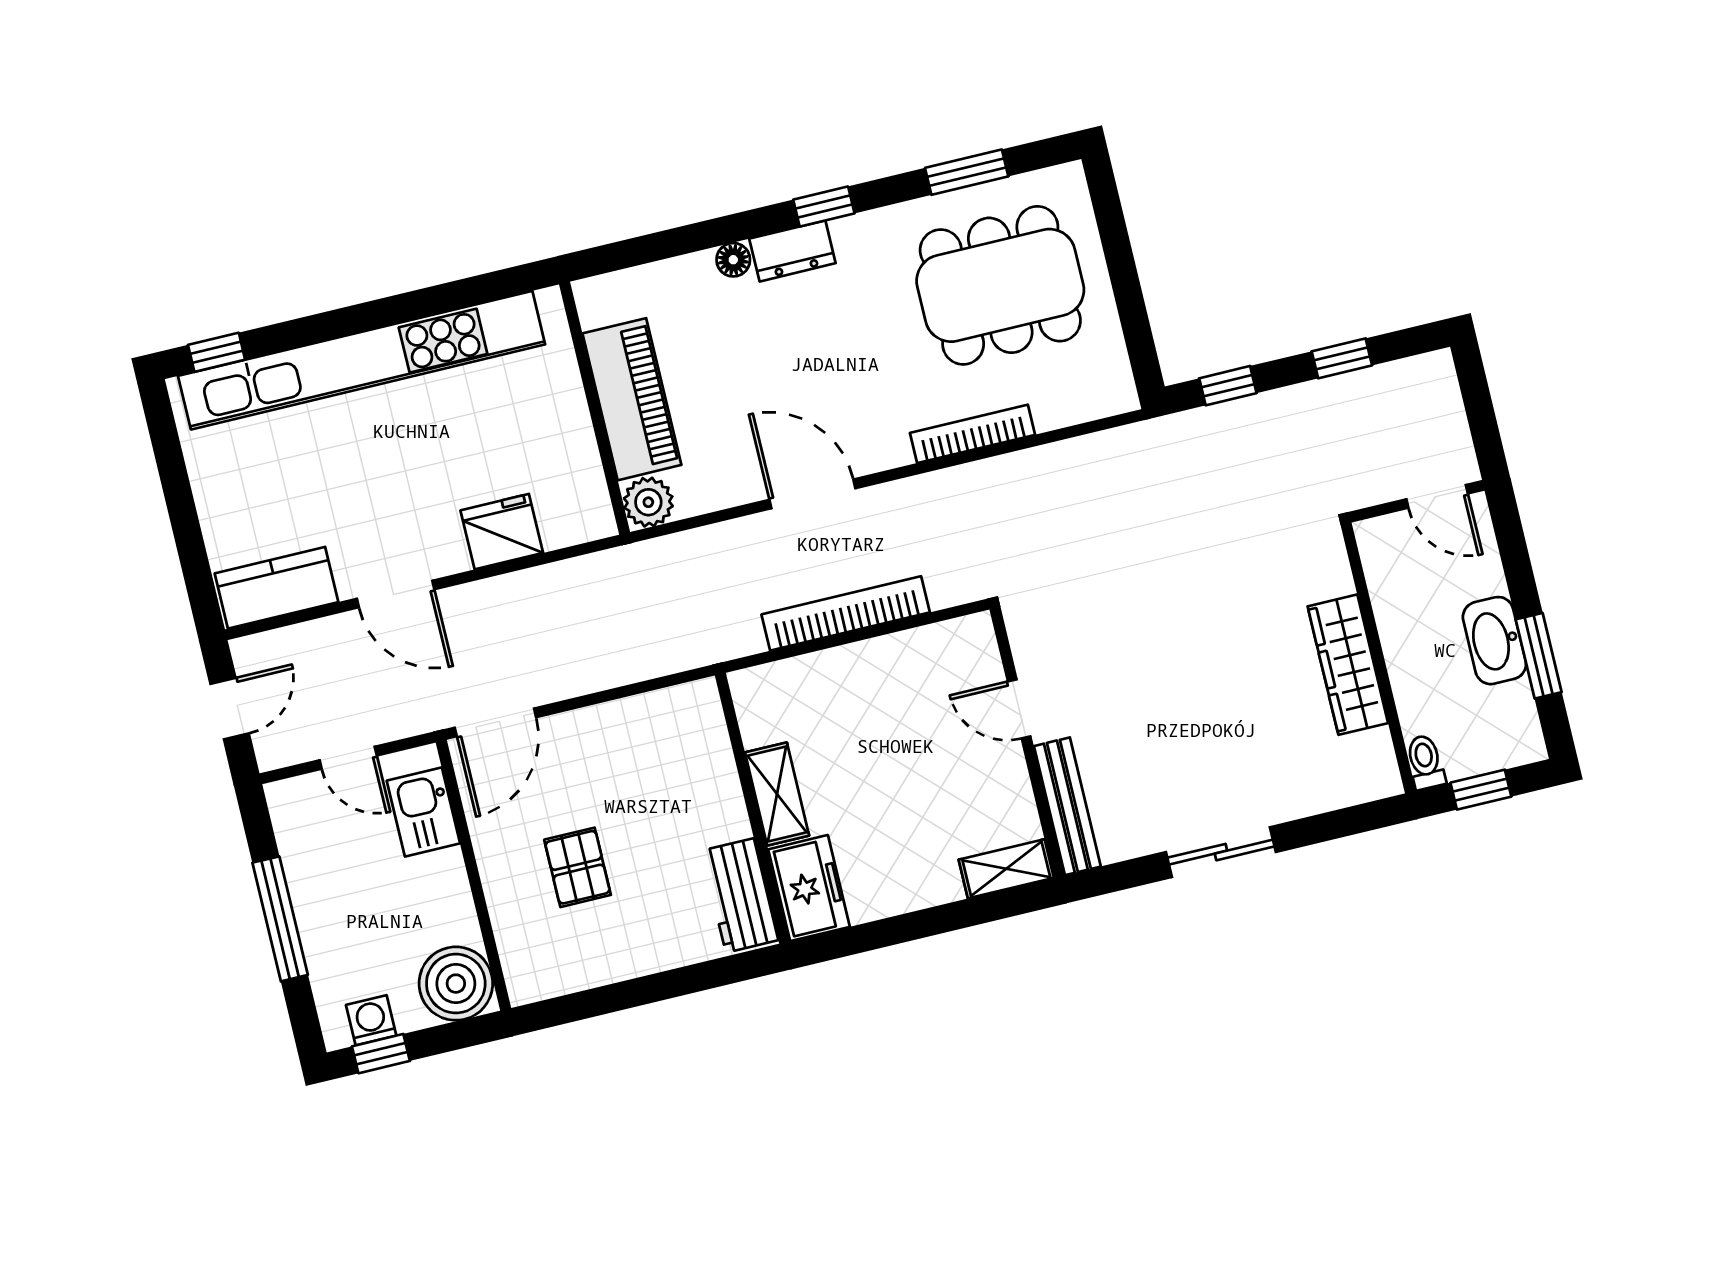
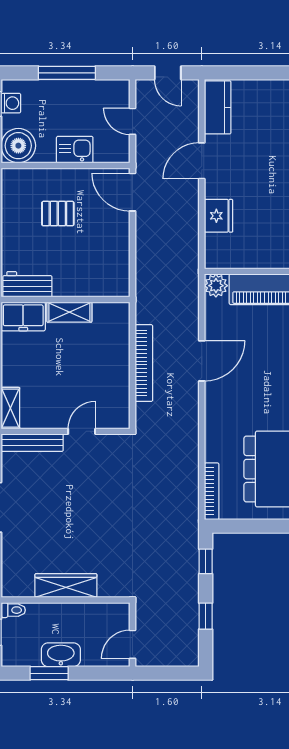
bookcase: (972, 434) -> (212, 491), moved
door: (348, 758) -> (133, 121), hinge flipped
kitchen sink: (423, 812) -> (75, 150), moved

